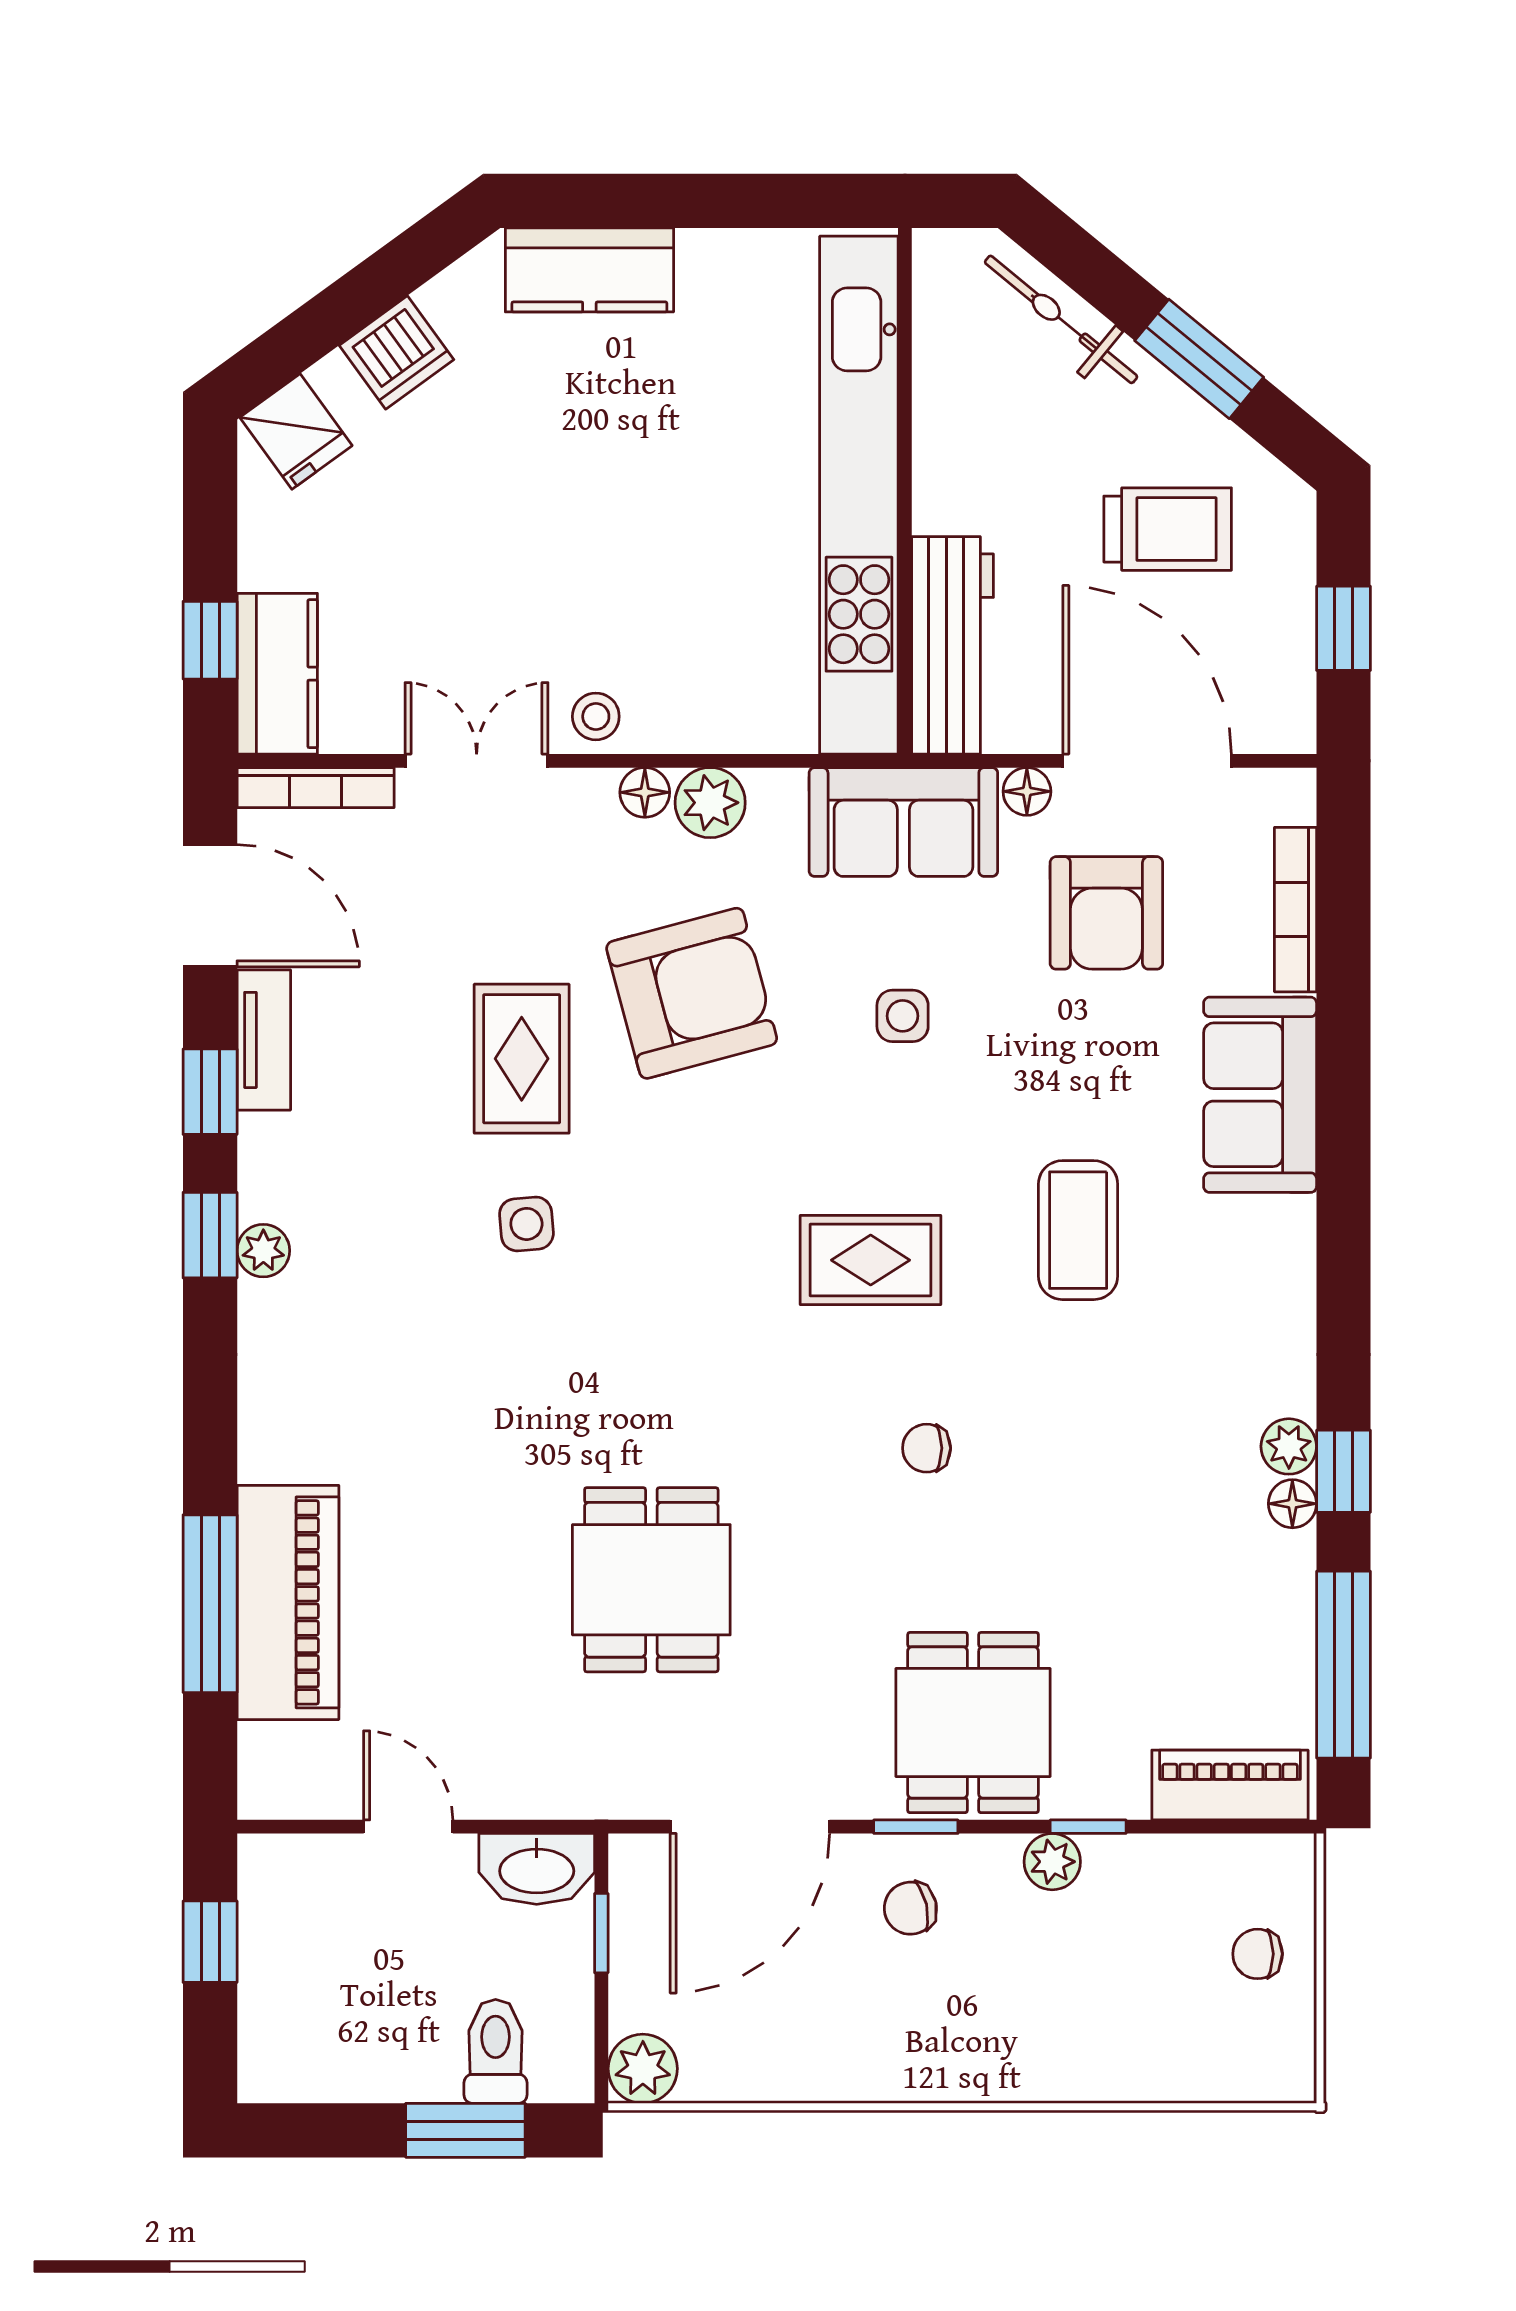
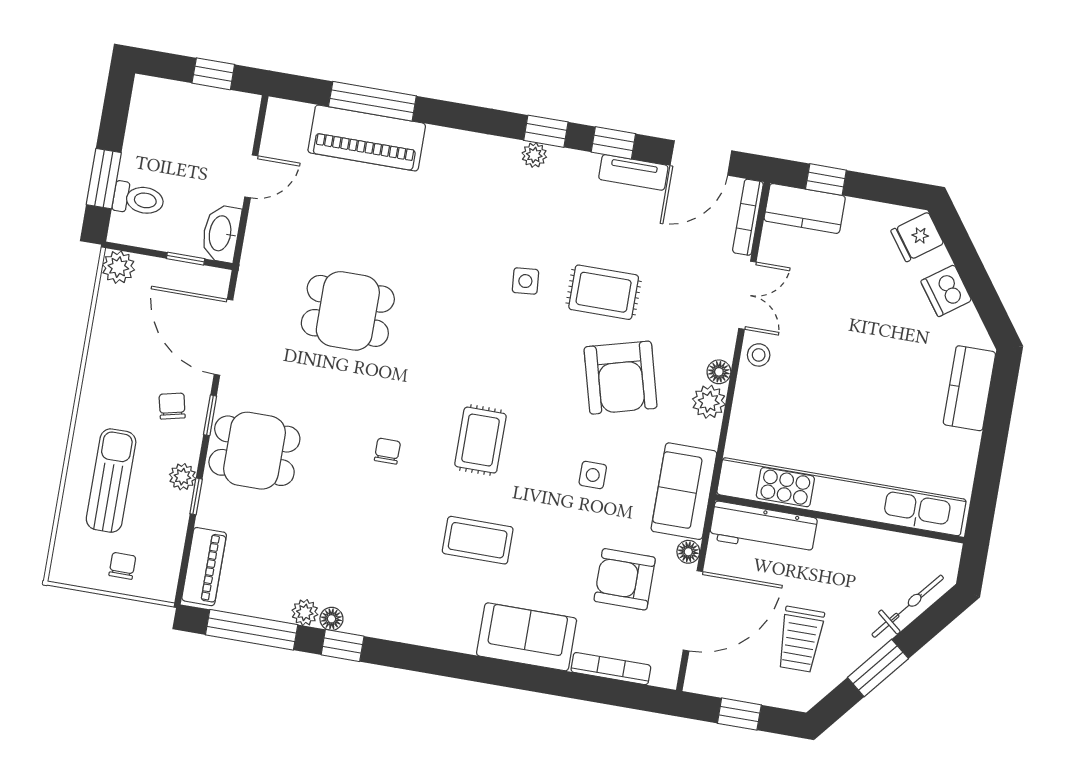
plant: (1289, 1446) -> (305, 612), moved
sun lounger: (1086, 2008) -> (111, 481), added

